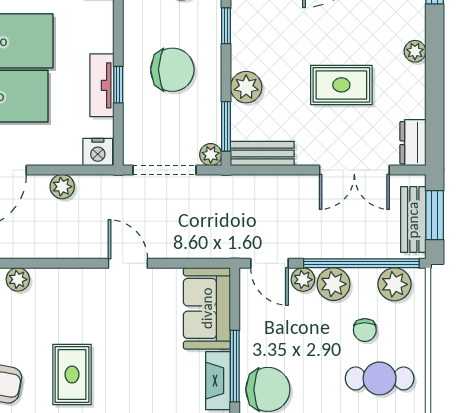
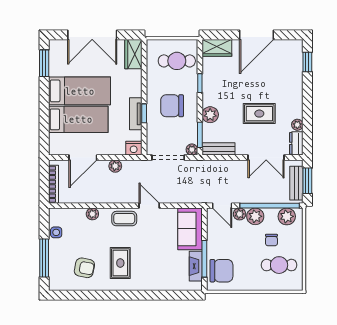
plant: (415, 51) -> (297, 125), moved
chair: (172, 70) -> (172, 106), turned 180
coffee table: (80, 288) -> (124, 219), added

